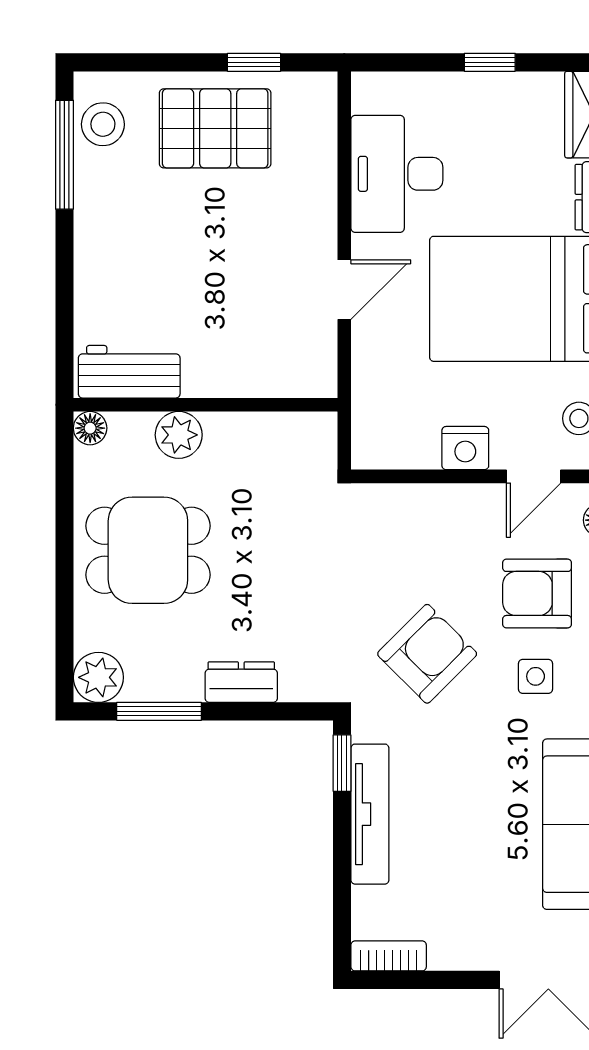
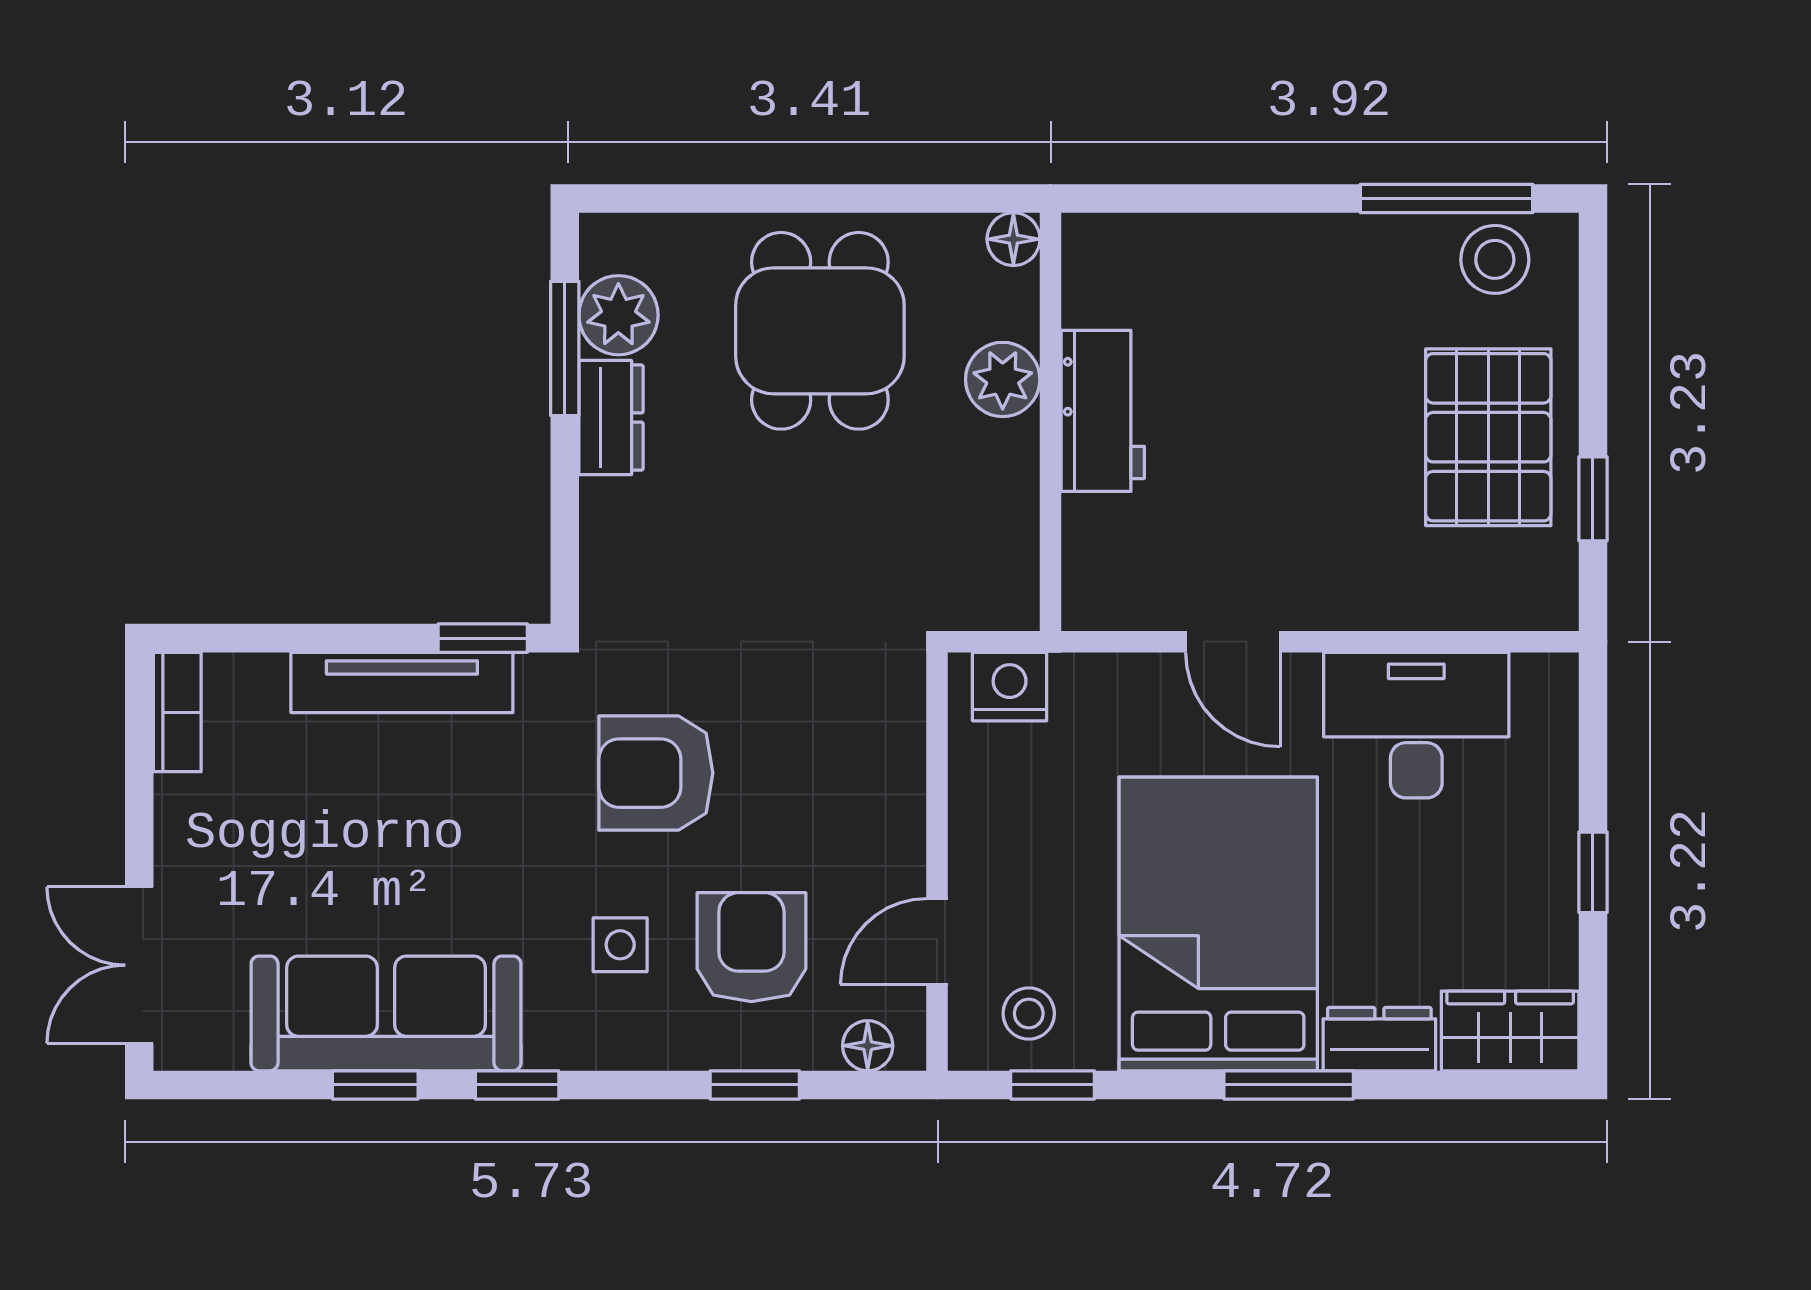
workbench: (129, 372) -> (1103, 411), moved
nightstand: (465, 448) -> (1010, 687), moved, turned 90
door: (533, 476) -> (937, 942), hinge flipped
armchair: (427, 654) -> (656, 773), turned 135
plant: (98, 677) -> (618, 315), moved
dresser: (241, 682) -> (611, 418), moved

